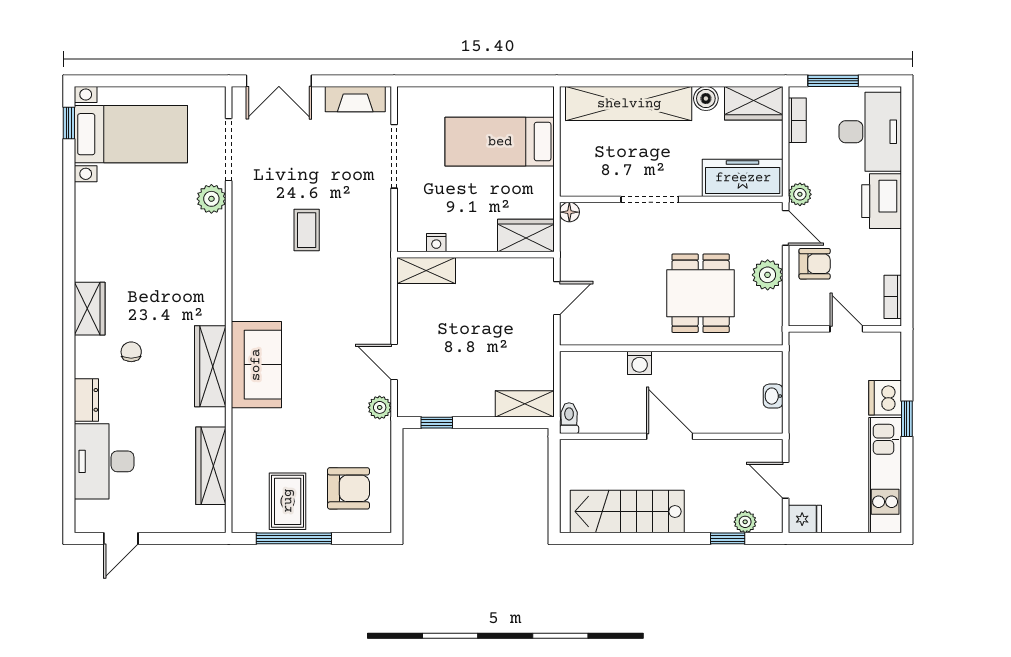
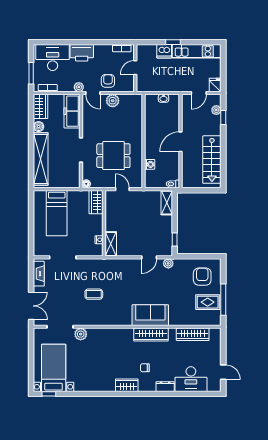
door: (786, 228) -> (93, 93), swing flipped
dining table: (701, 293) -> (113, 156), moved
washing machine: (640, 363) -> (150, 164), moved

